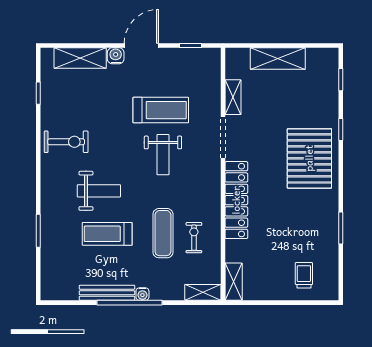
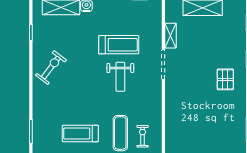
exercise bike: (66, 142) -> (51, 67), turned -53
pallet: (309, 158) -> (225, 79), width x0.49, depth x0.50
weight bench: (99, 191) -> (74, 103), removed
locker: (236, 200) -> (173, 109), removed

